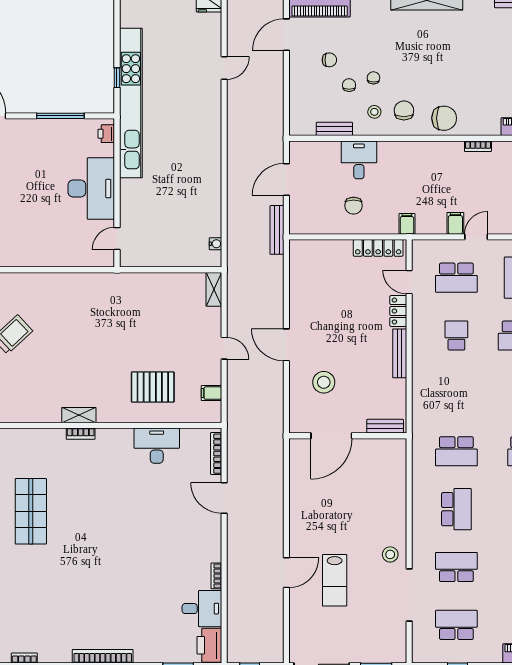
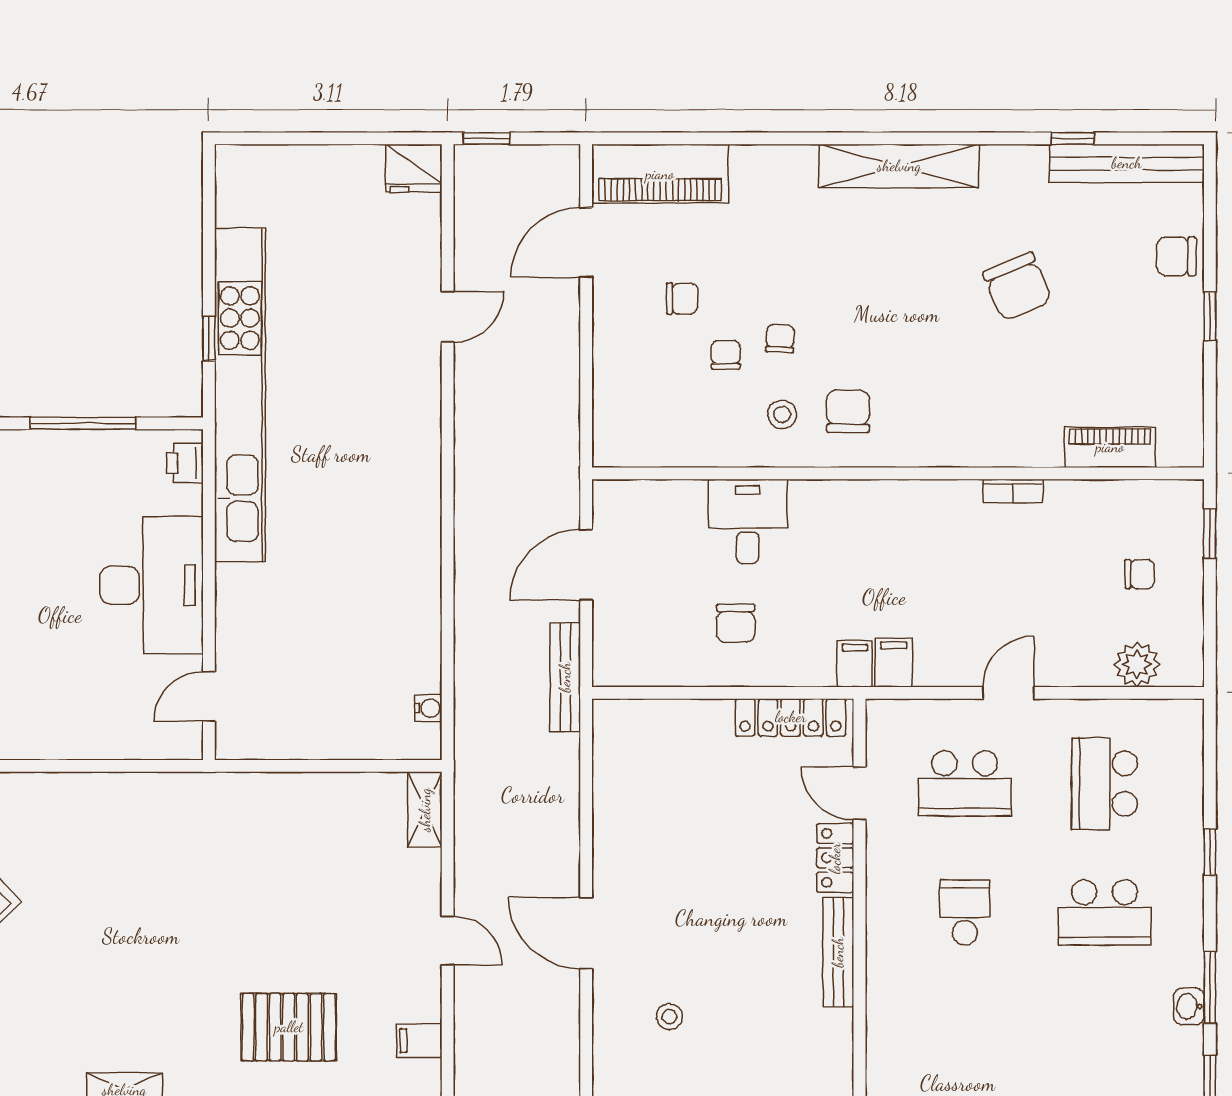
chair: (444, 118) -> (1017, 287), moved, turned 67
bench: (334, 129) -> (693, 452), removed
filing cabinet: (455, 223) -> (894, 663), moved
stool: (324, 382) -> (669, 1017), width x0.53, depth x0.53

